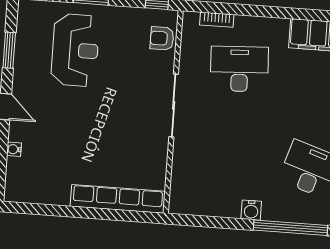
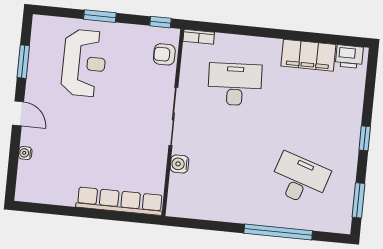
bookcase: (217, 20) -> (199, 37), moved
water cooler: (251, 210) -> (179, 164), moved, turned 90

